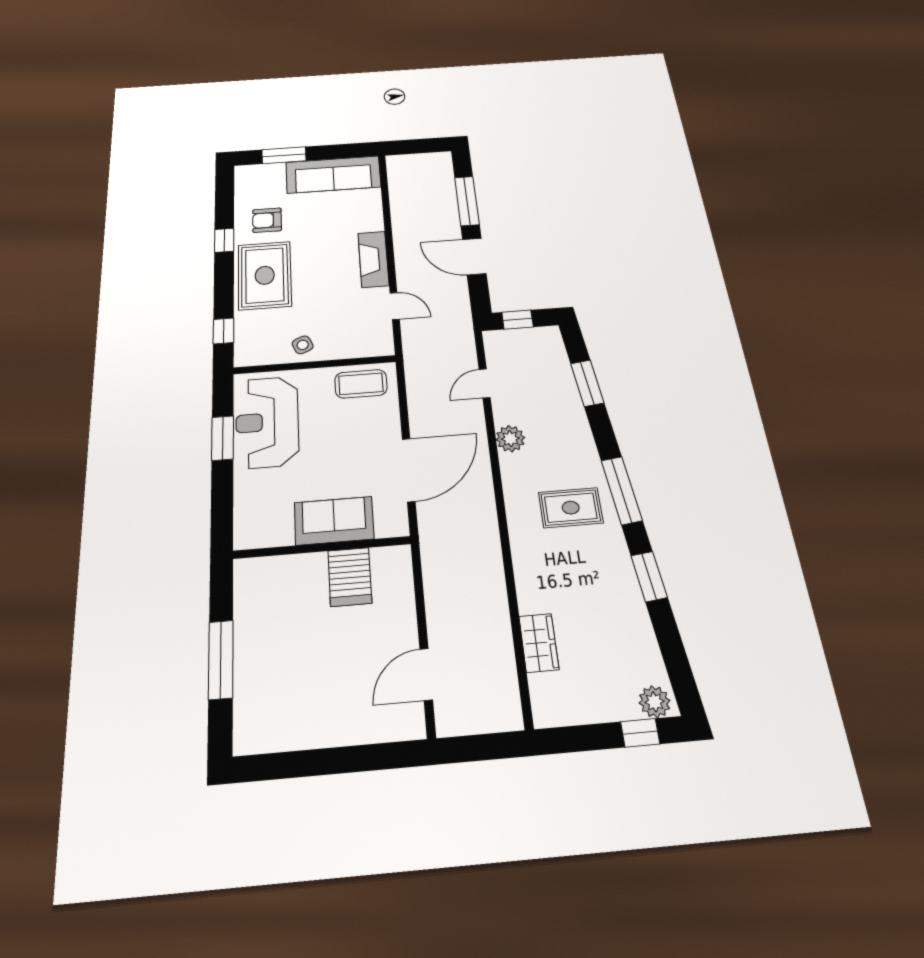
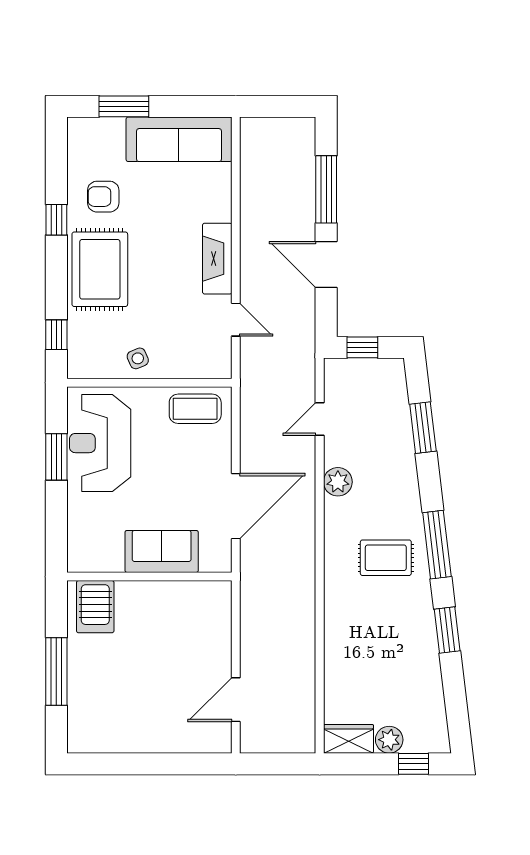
server rack: (350, 577) -> (95, 607), moved
wardrobe: (539, 643) -> (348, 739), moved, turned -90
plant: (655, 702) -> (389, 740), moved

